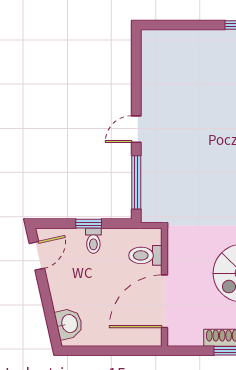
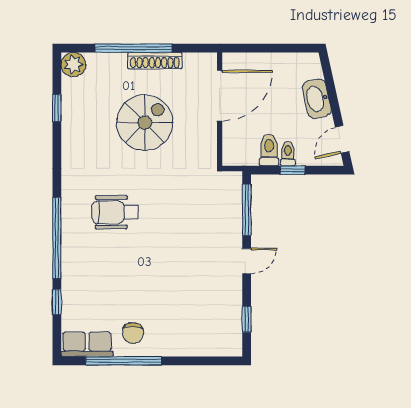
window: (136, 68) -> (247, 319), added
toilet: (145, 255) -> (269, 150), moved, turned -90
washbasin: (69, 324) -> (317, 99), moved, width x1.38

